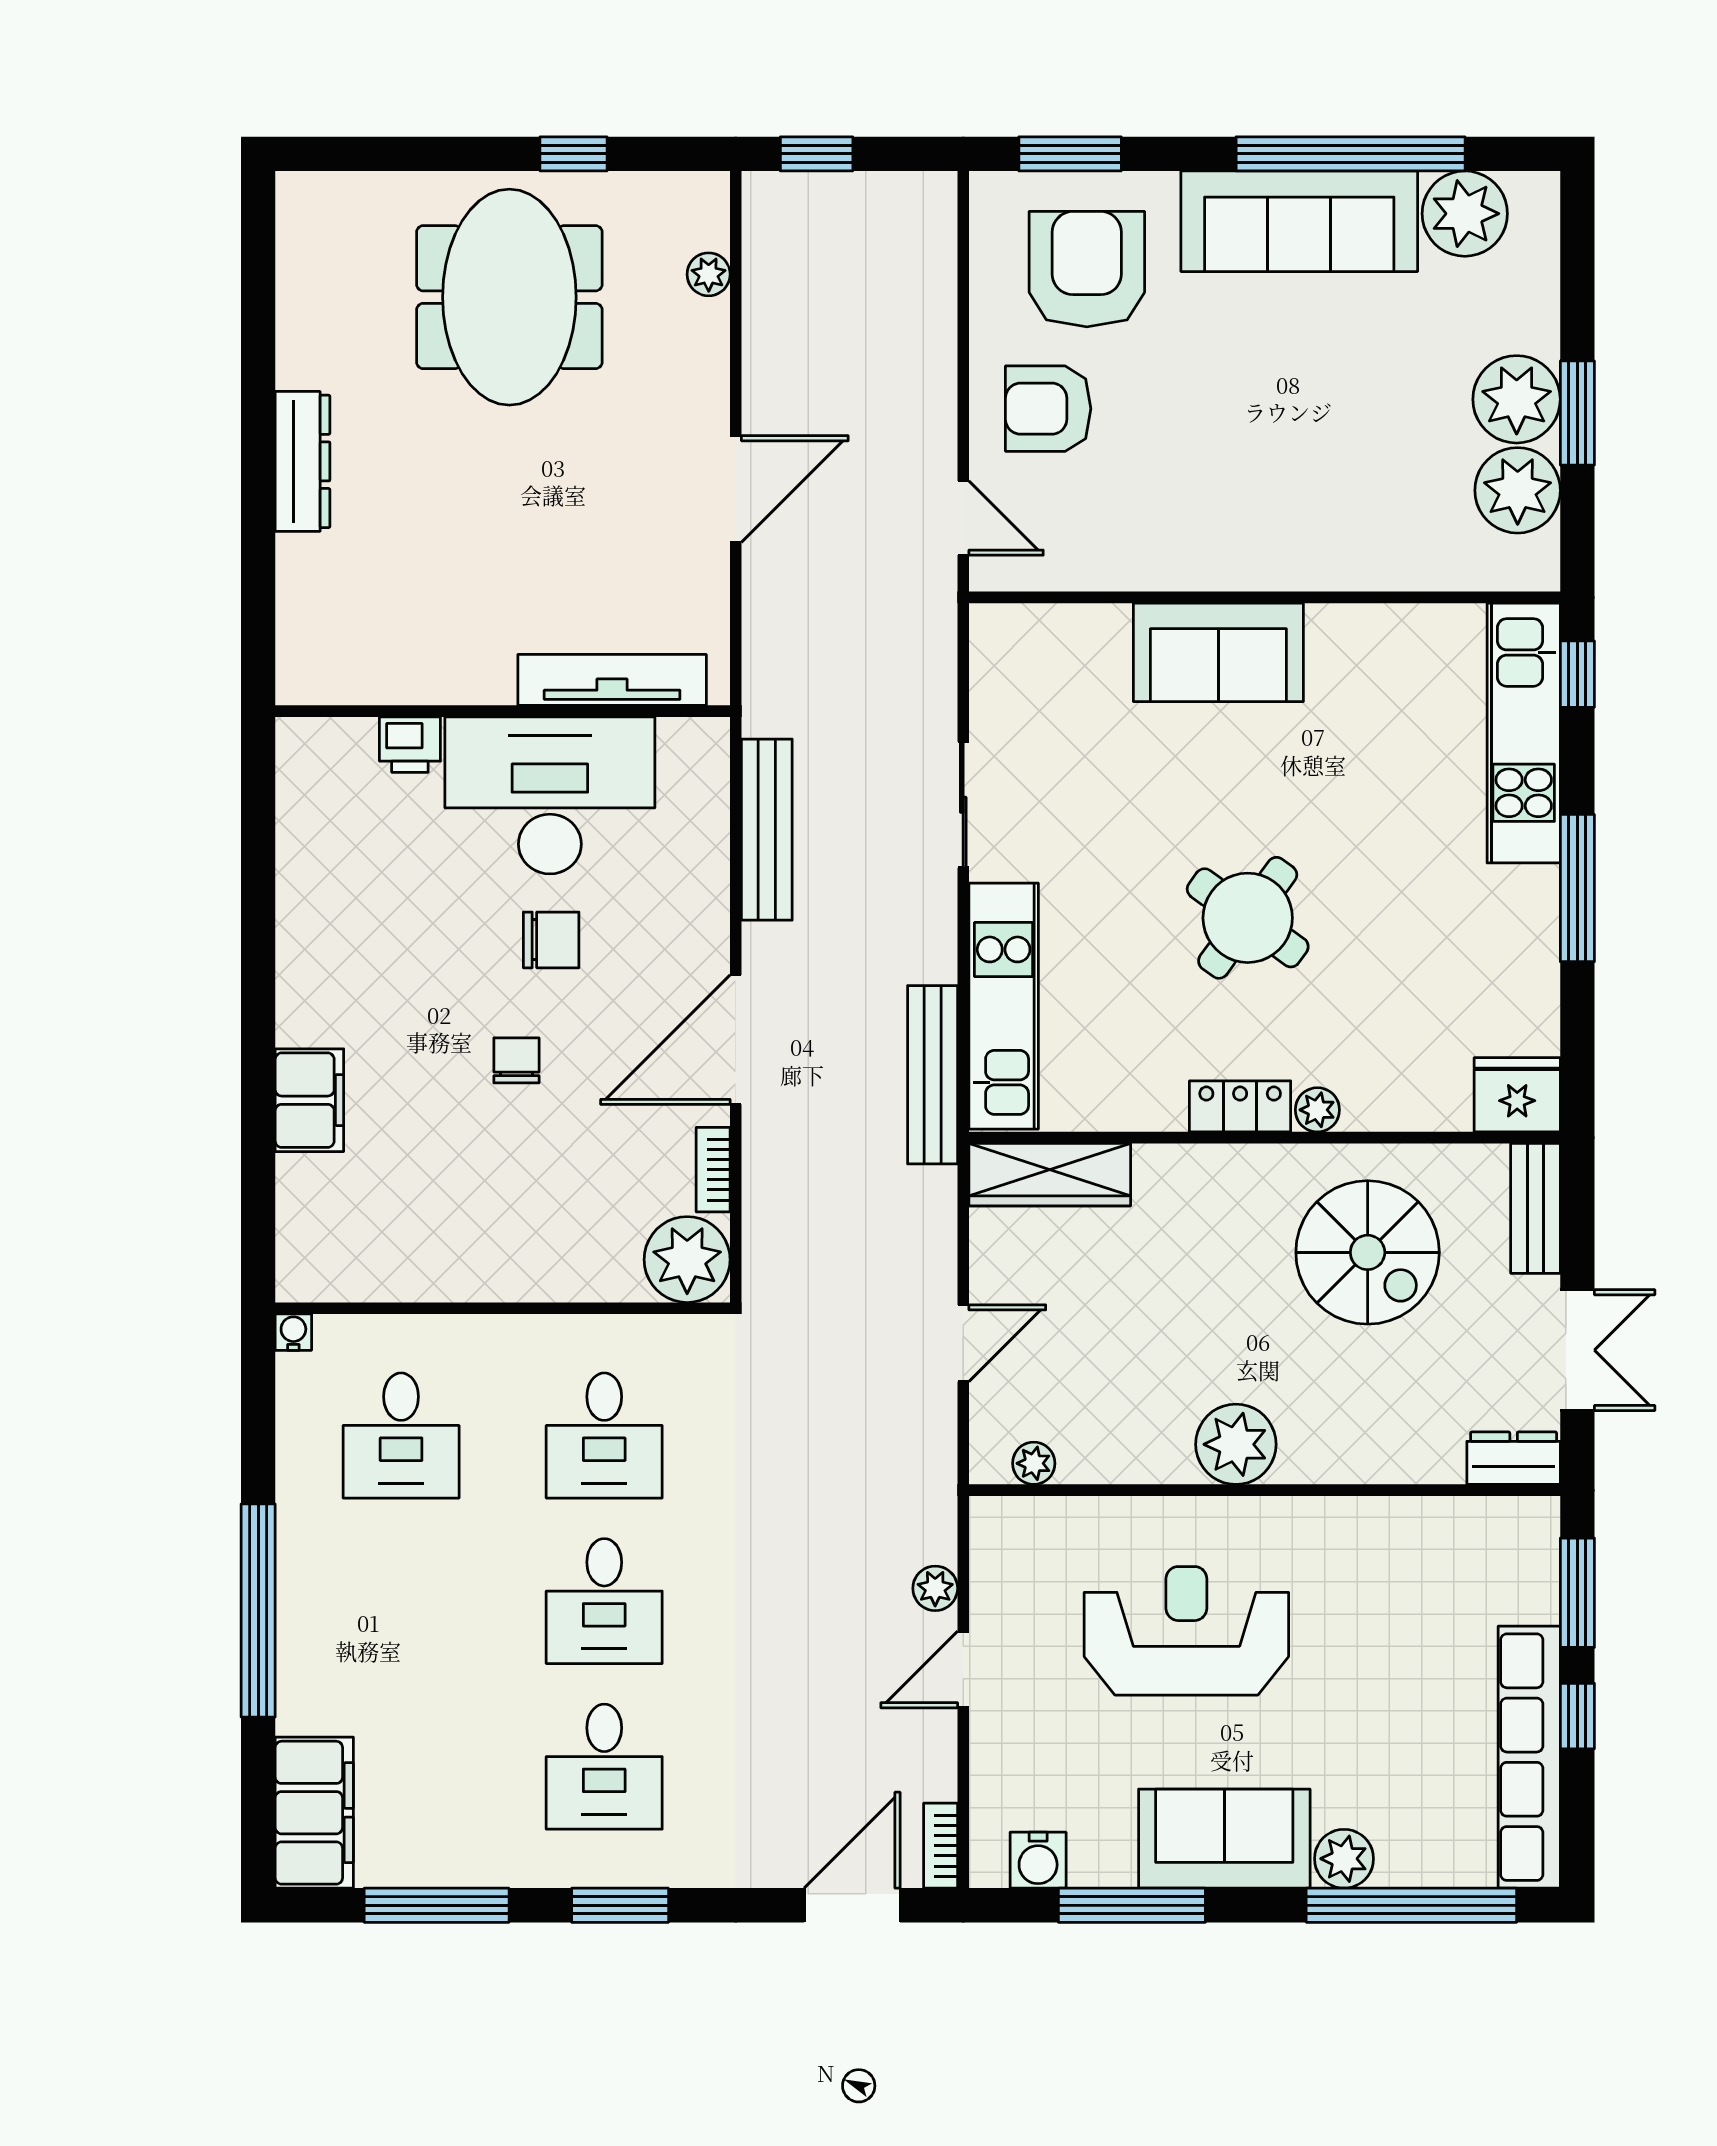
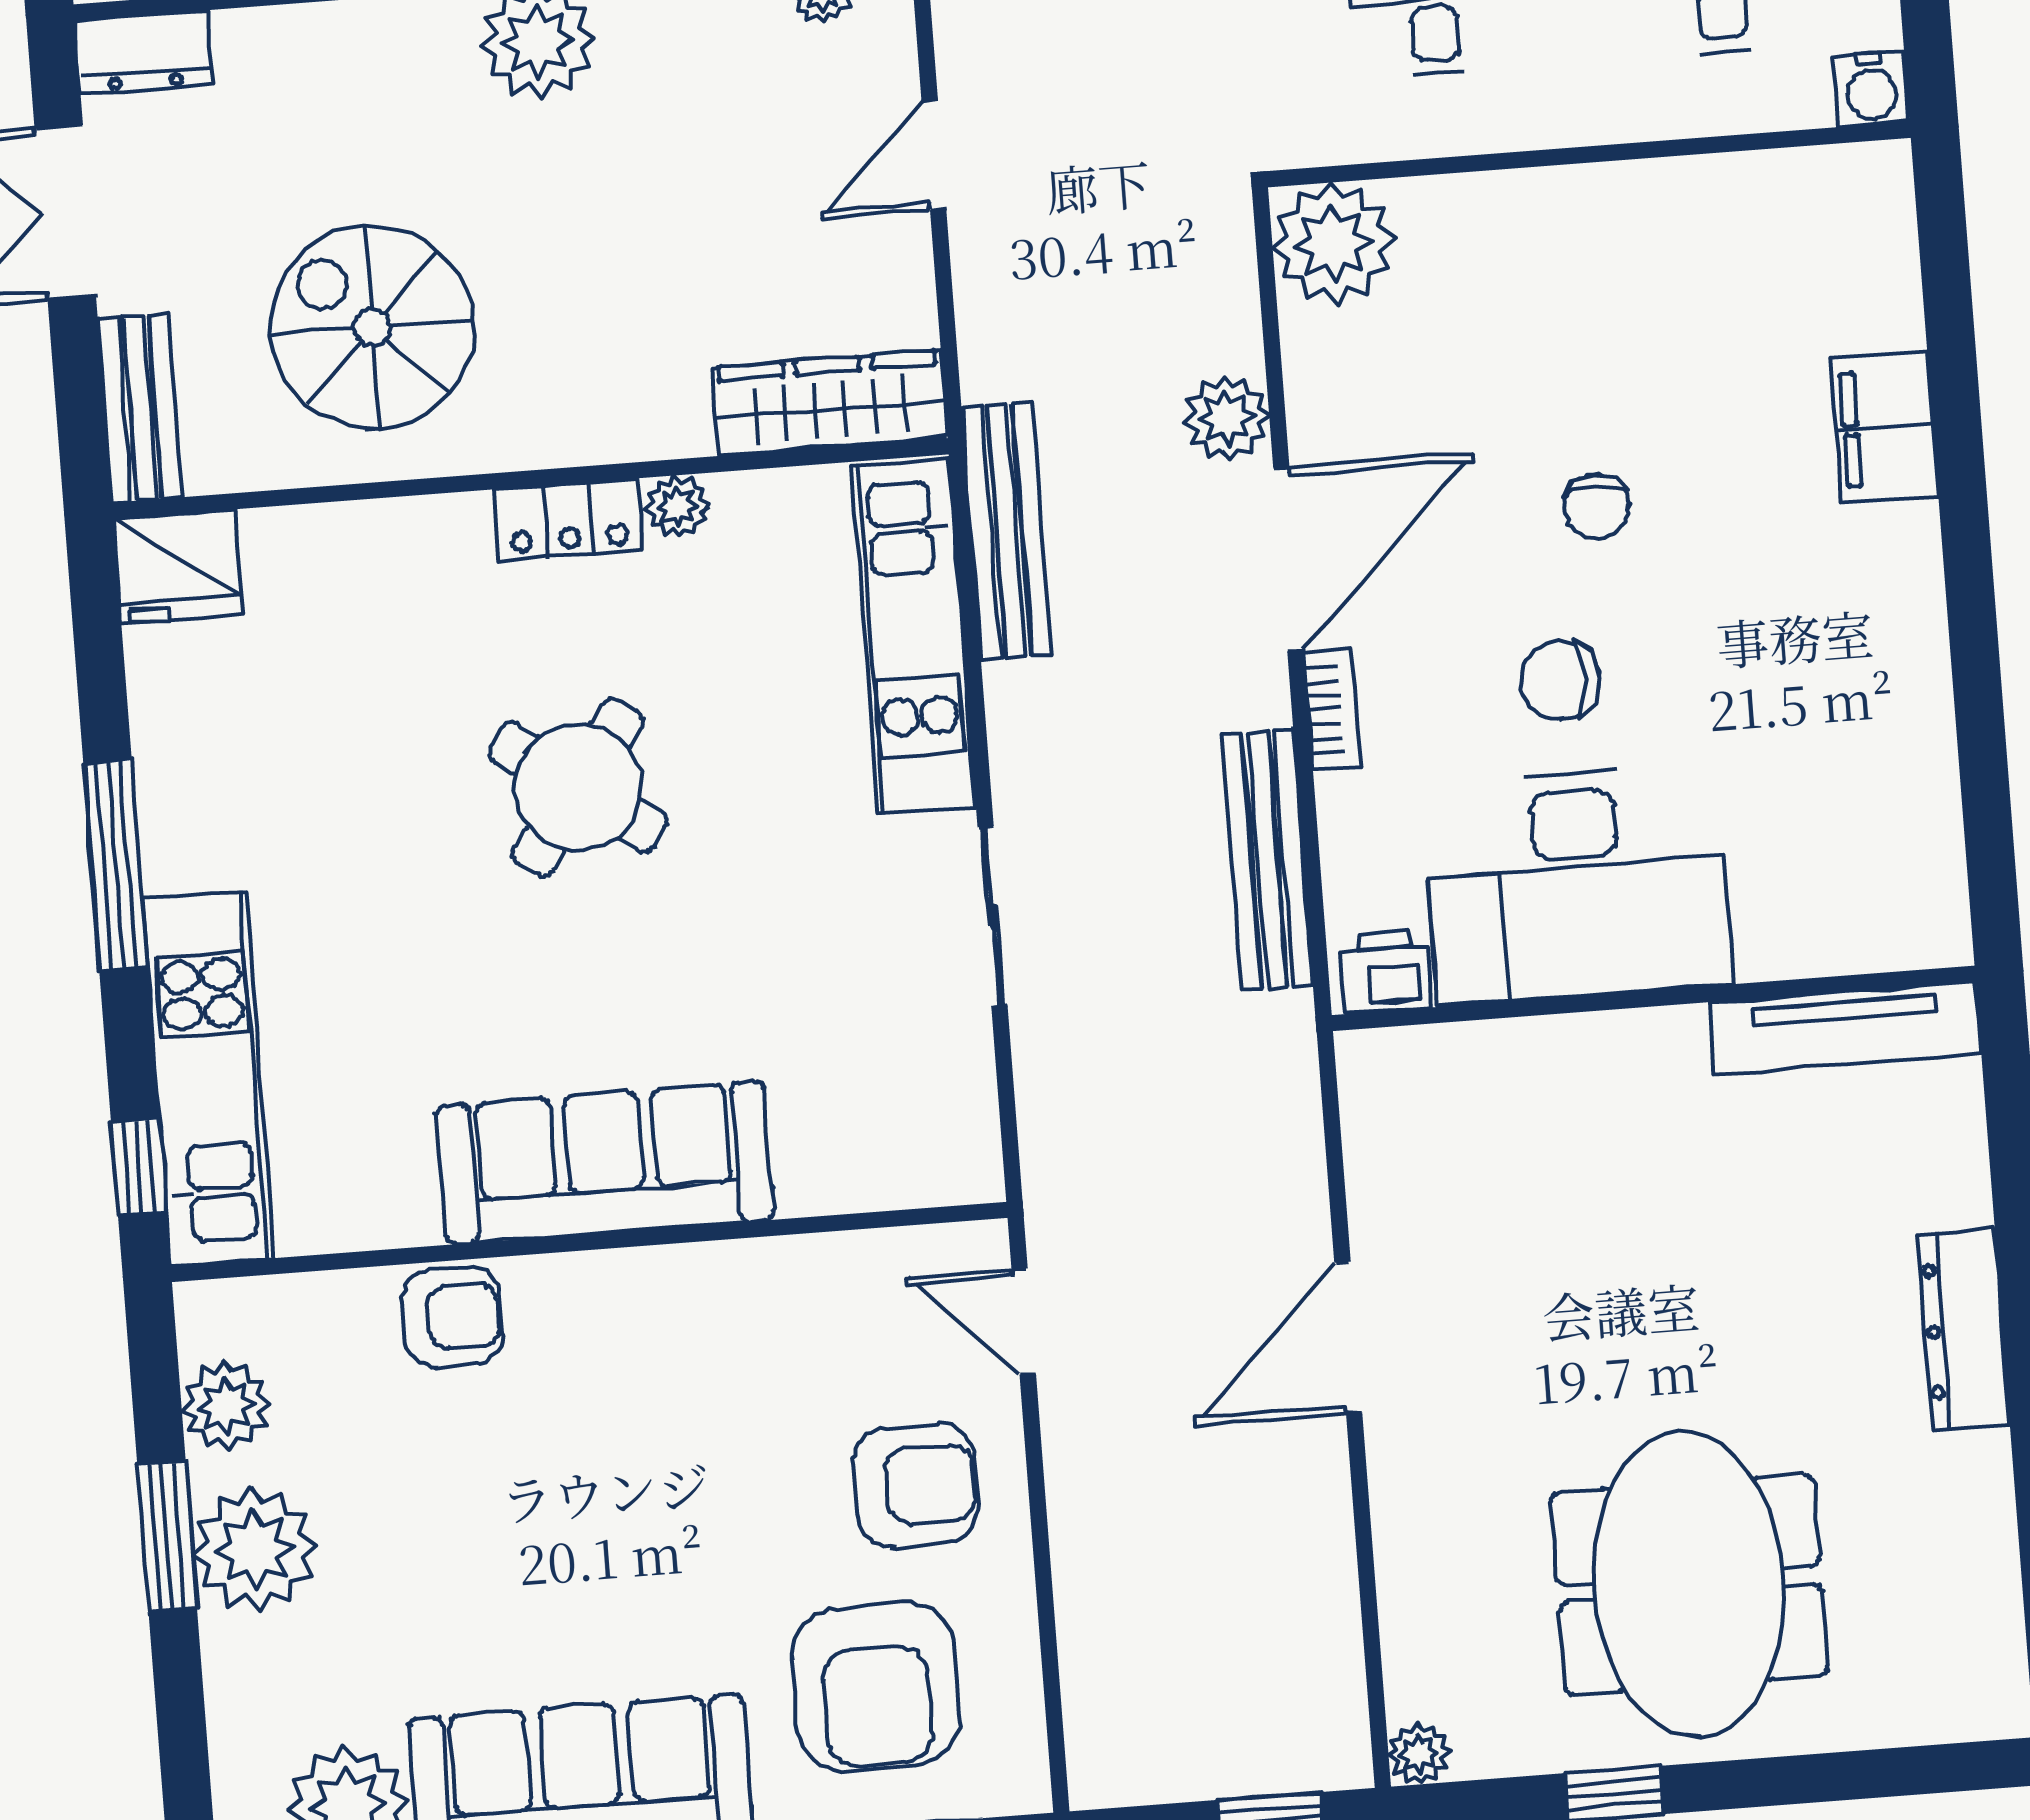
plant: (709, 274) -> (1419, 1754), moved
plant: (1518, 490) -> (226, 1406), width x0.73, depth x0.73
armchair: (1365, 552) -> (452, 1317), added
sofa: (1218, 652) -> (605, 1163), width x1.36
tv unit: (612, 680) -> (1845, 1028), moved
printer: (410, 745) -> (1385, 972), moved
plant: (1317, 1110) -> (677, 507), moved
plant: (772, 1142) -> (1227, 418), added
bookcase: (713, 1170) -> (1332, 709), moved
water cooler: (293, 1332) -> (1871, 89), width x1.38, depth x1.38

